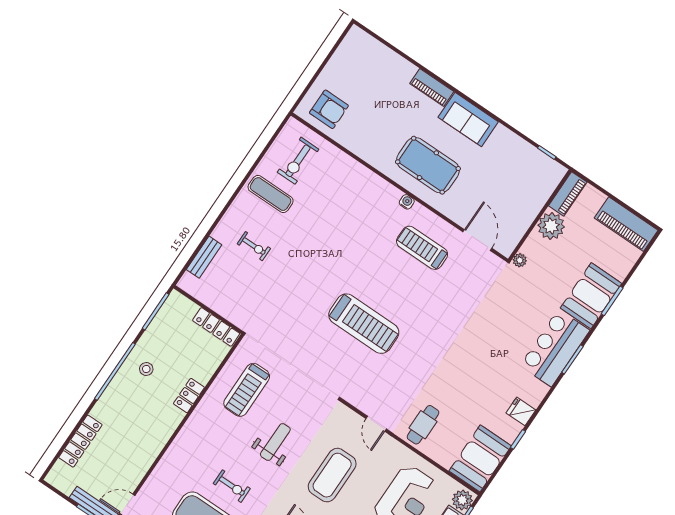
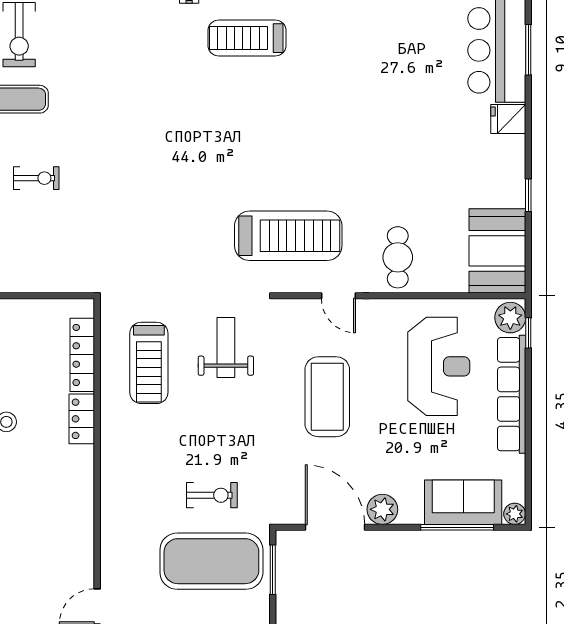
treadmill: (364, 324) -> (288, 236), moved
locker: (216, 327) -> (82, 355), moved, turned 90
fridge: (521, 411) -> (508, 119), moved
weight bench: (275, 442) -> (226, 348), moved

